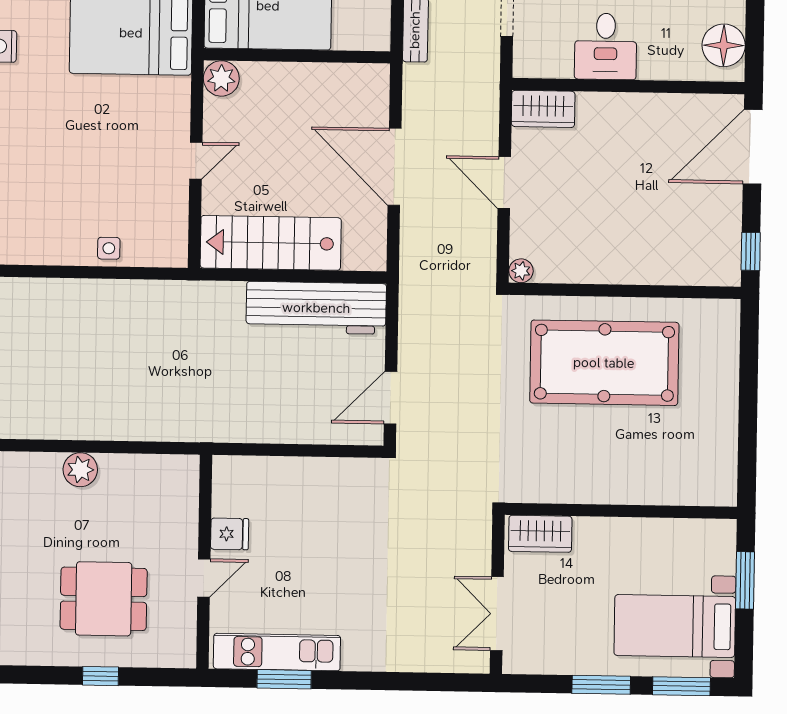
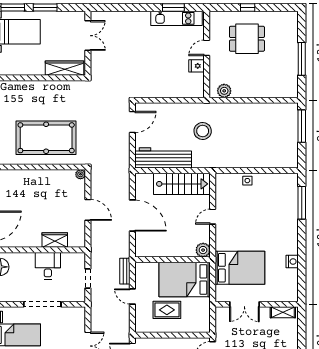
wardrobe: (543, 109) -> (55, 240), moved
stool: (217, 373) -> (203, 131), added
plant: (80, 470) -> (224, 91), moved
wardrobe: (540, 534) -> (64, 68), width x1.50

